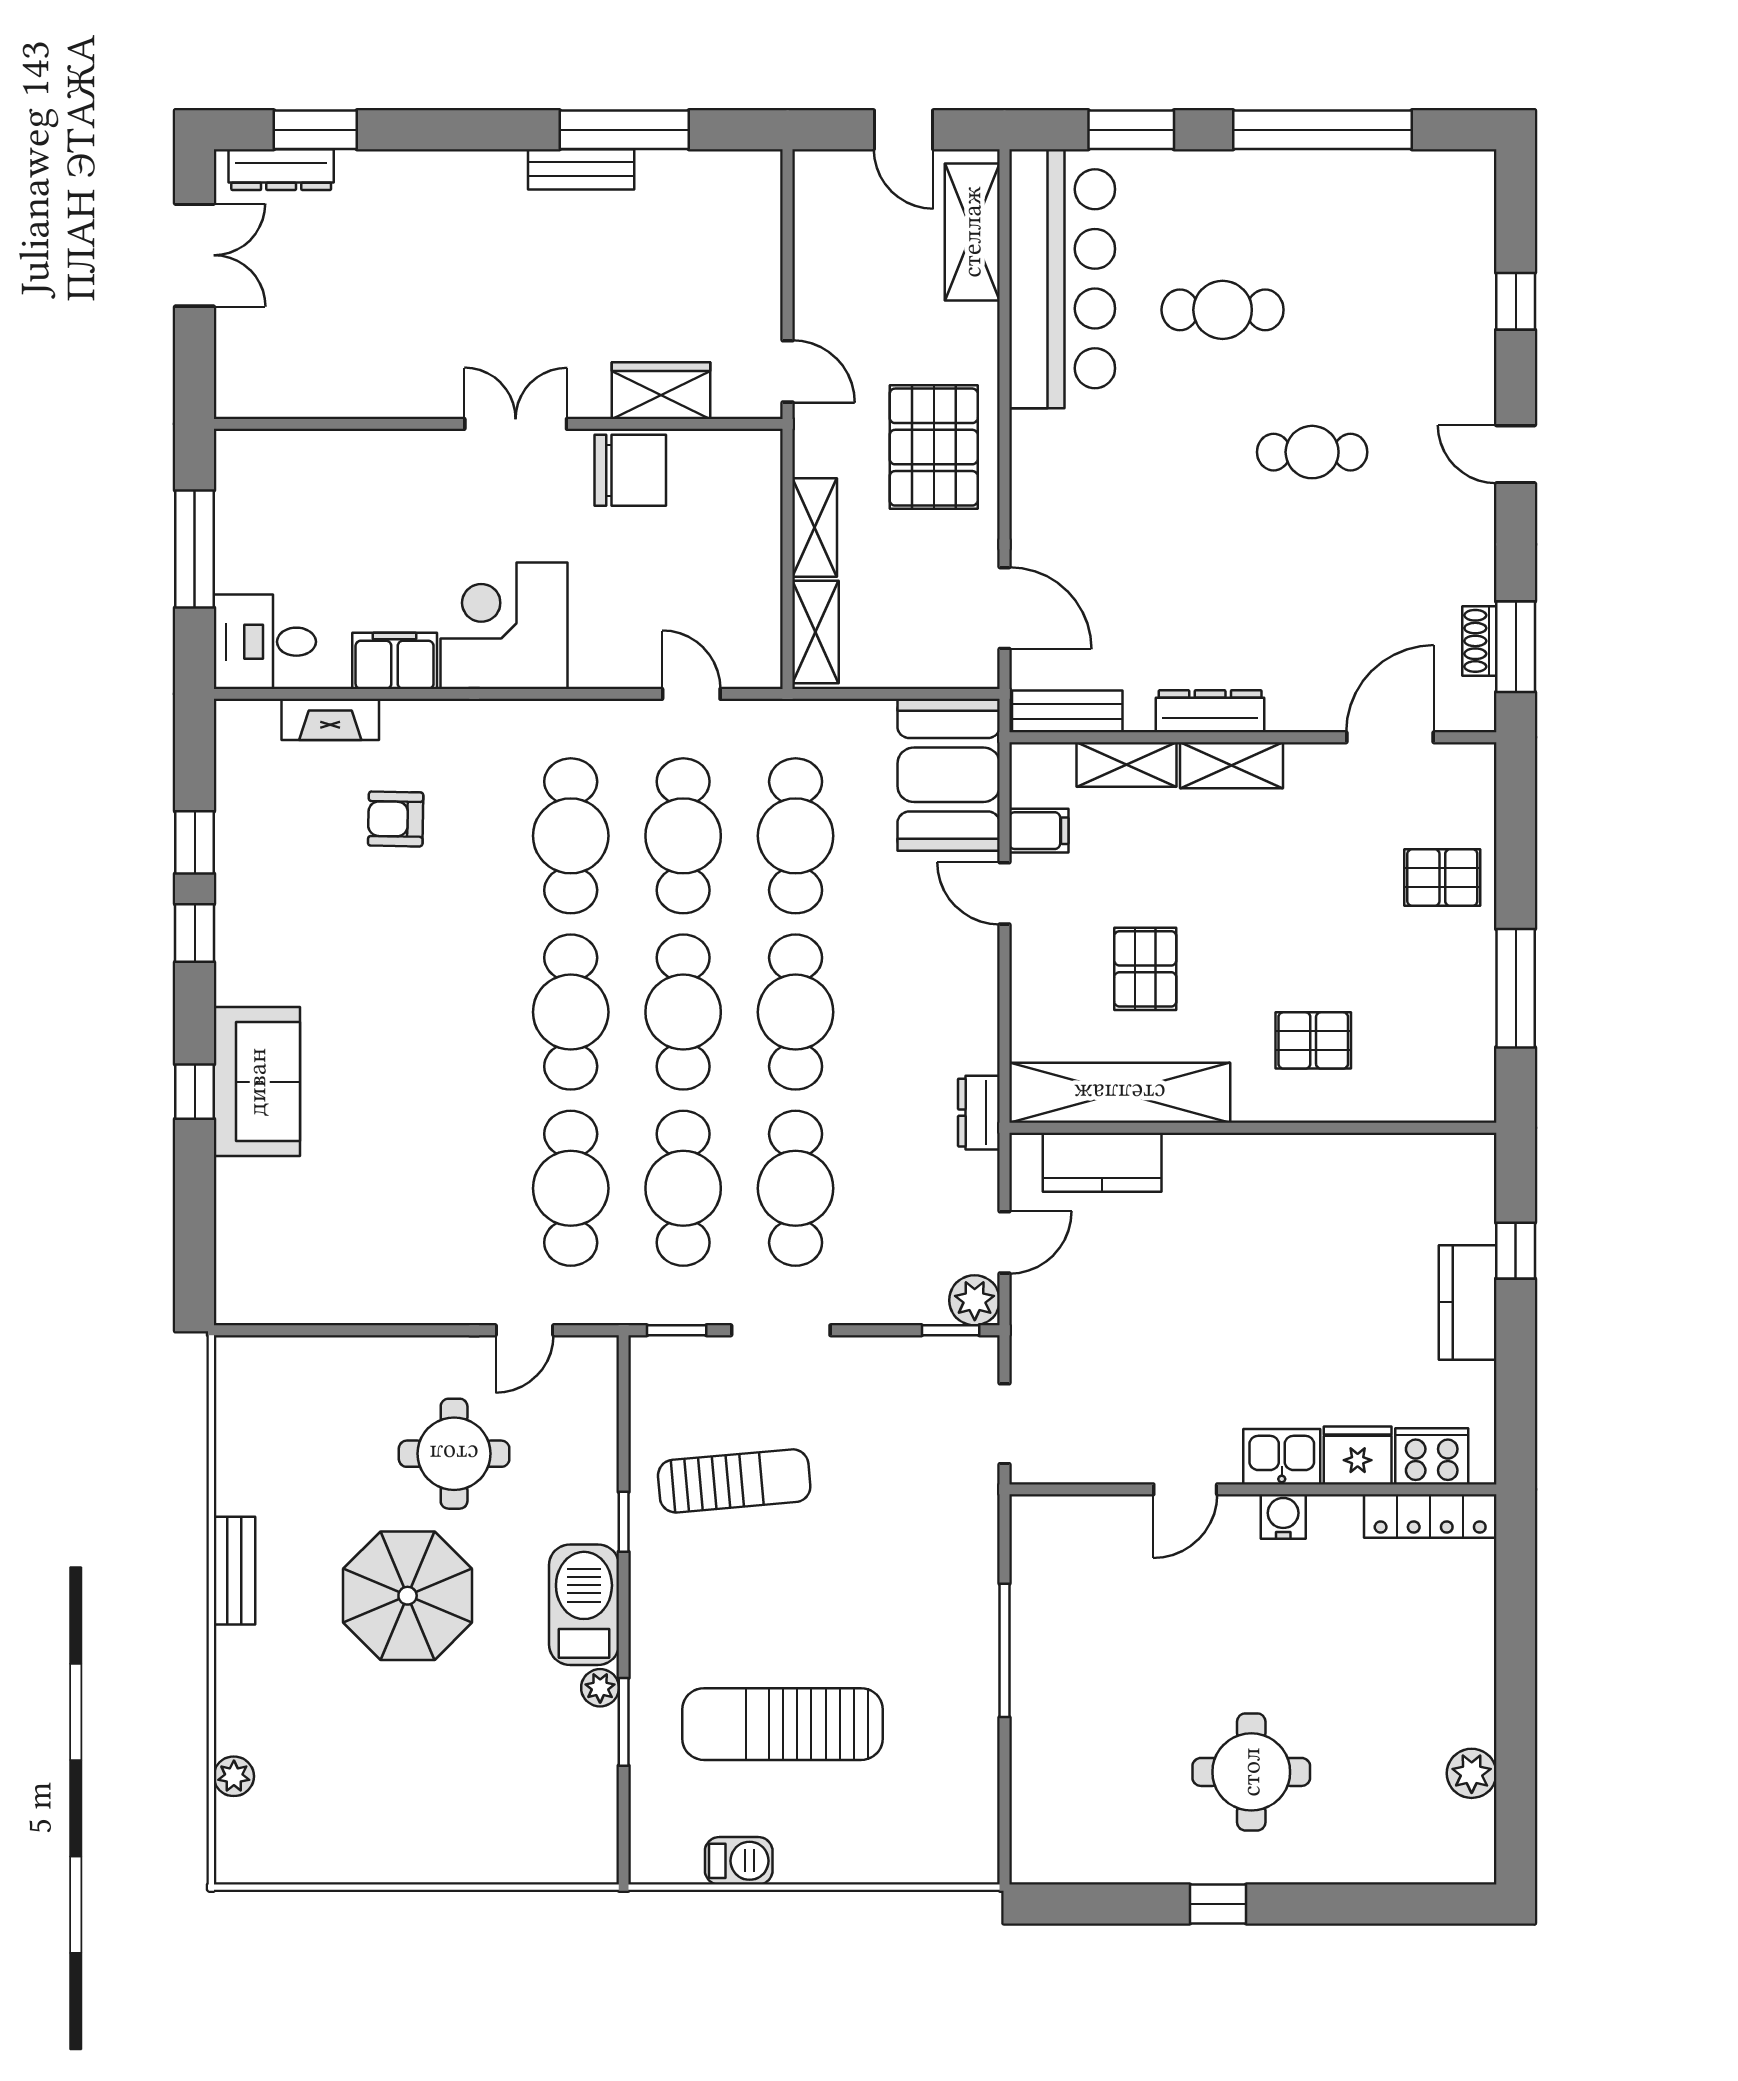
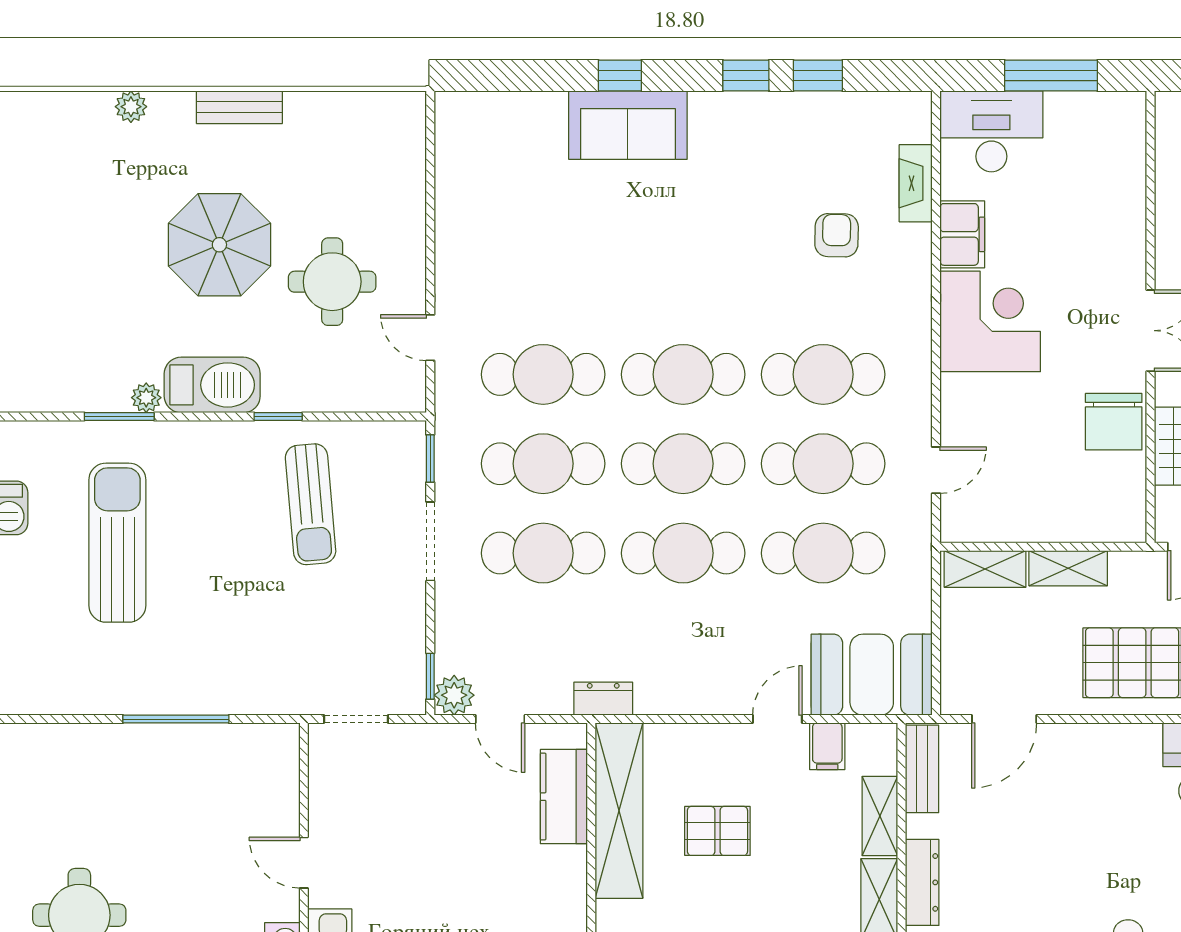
desk: (265, 642) -> (991, 131), width x1.37
plant: (234, 1776) -> (131, 107), moved

